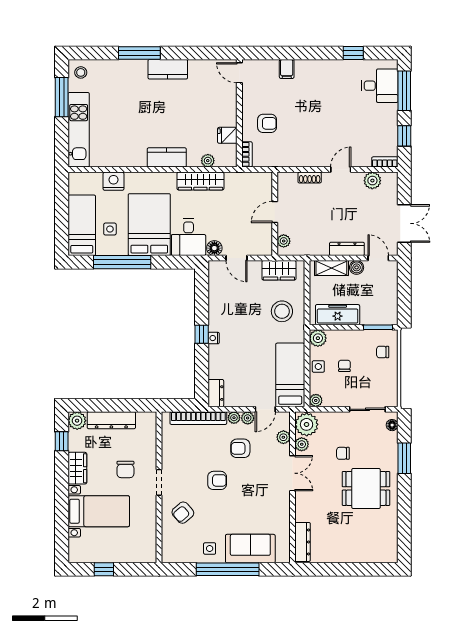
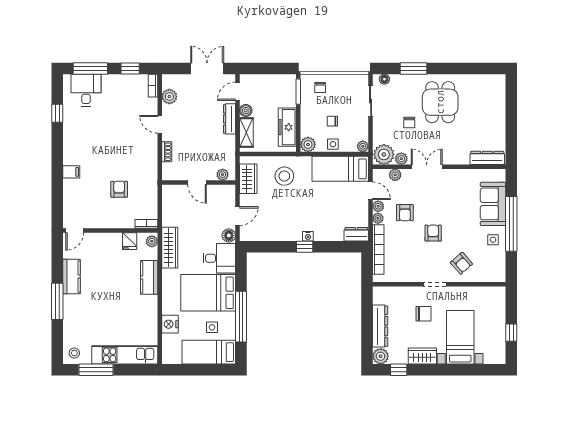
door: (239, 73) -> (75, 230), moved
wall: (239, 113) -> (110, 230), moved
fridge: (227, 135) -> (130, 241), moved
bookcase: (247, 154) -> (146, 224), moved

